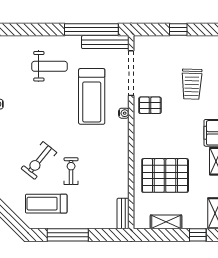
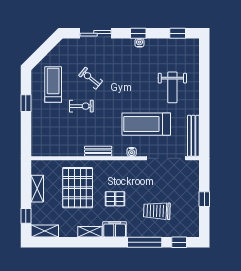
window: (91, 30) -> (204, 124), removed
pallet: (150, 105) -> (115, 199), moved, turned 90
exercise bike: (39, 160) -> (91, 78), width x0.73, depth x0.72
bench: (123, 214) -> (98, 151), moved
window: (68, 235) -> (26, 103), width x0.46

